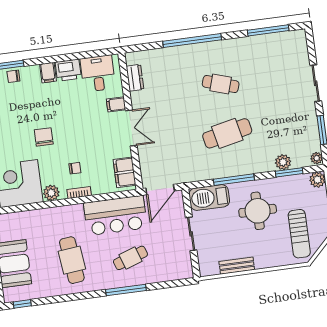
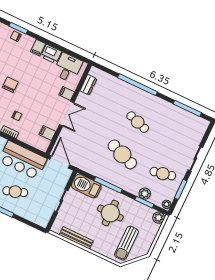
cafe table: (289, 125) -> (163, 174), added
cafe table: (227, 133) -> (122, 154), turned 33
filing cabinet: (125, 172) -> (47, 133), width x0.50
door: (160, 190) -> (60, 162), swing flipped
bench: (237, 266) -> (76, 238), width x1.36

